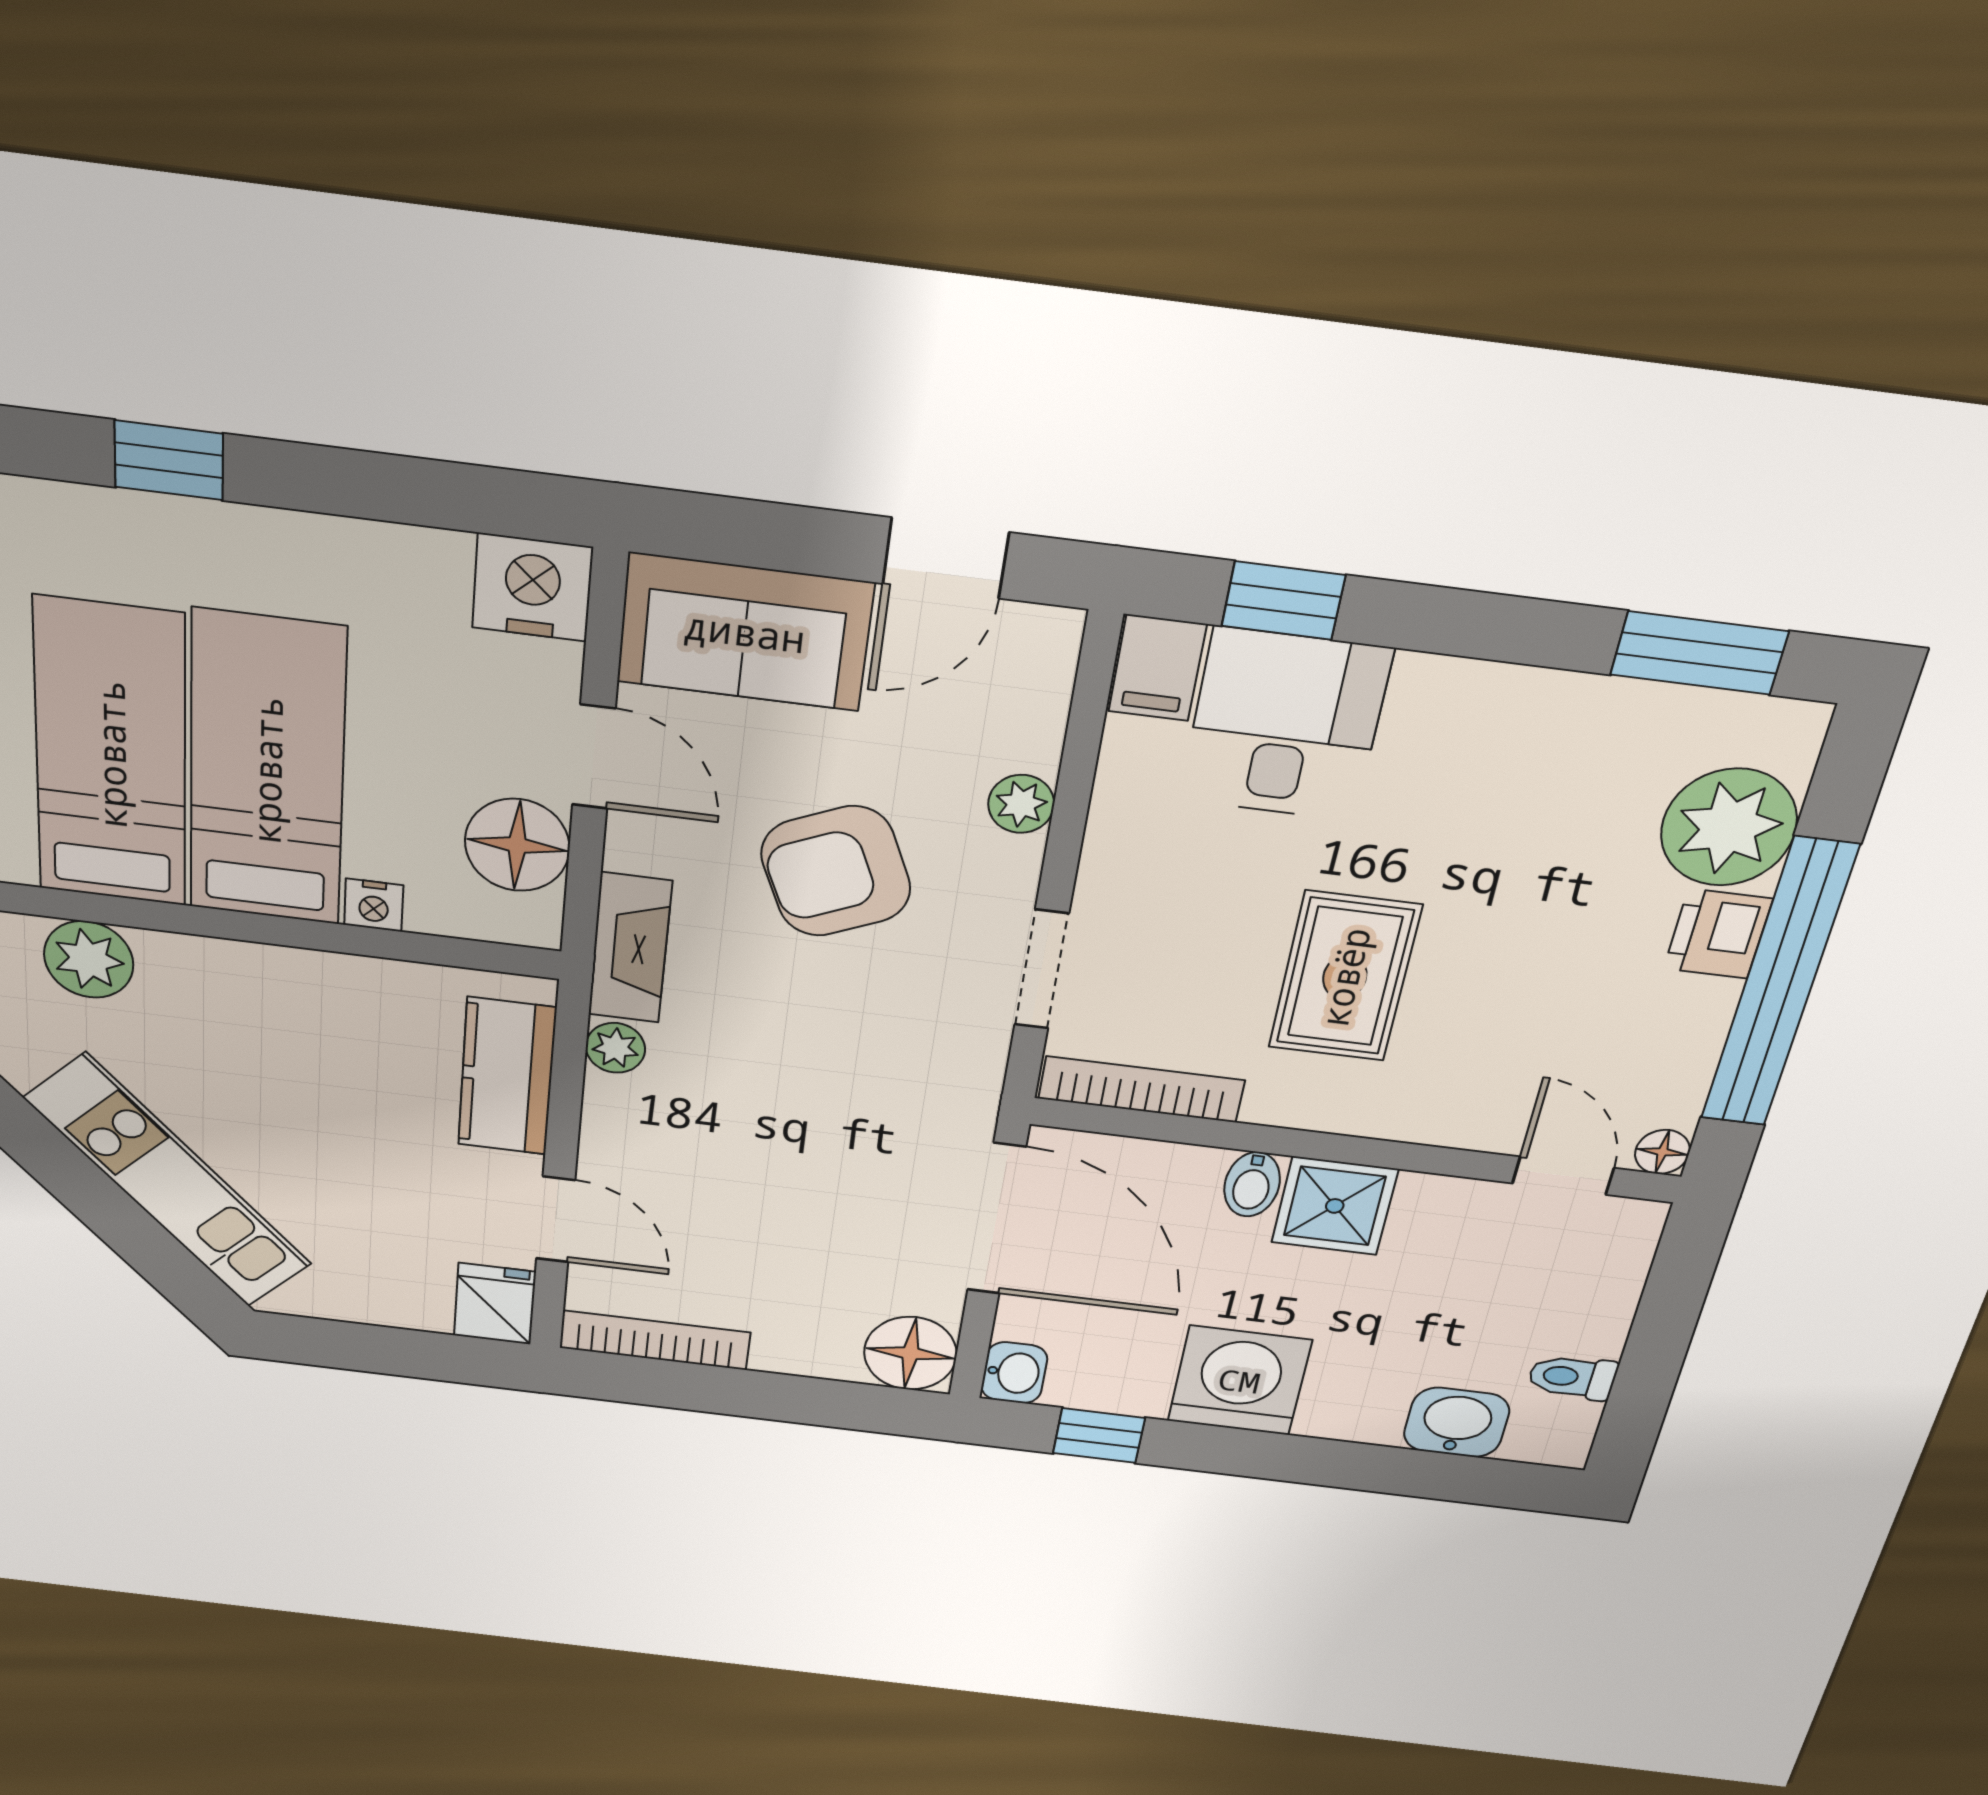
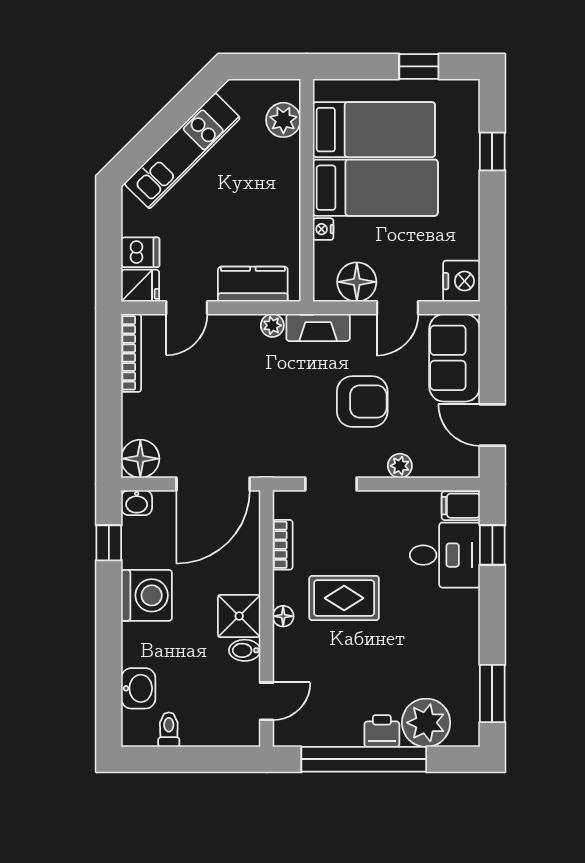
armchair: (836, 871) -> (362, 401), turned 114
bookcase: (1141, 1089) -> (283, 545), width x0.64
floor lamp: (1662, 1152) -> (283, 616), moved
bidet: (1252, 1184) -> (245, 650), moved
dishwasher: (415, 1294) -> (140, 252), added

